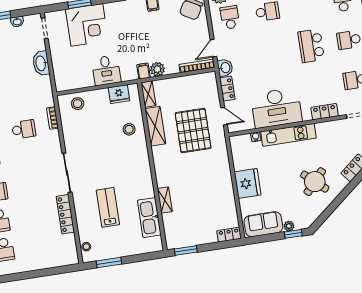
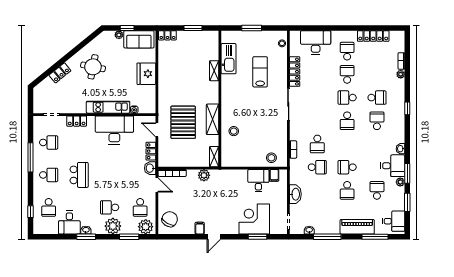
door: (213, 48) -> (157, 185), hinge flipped
desk: (106, 70) -> (258, 181), moved
filing cabinet: (143, 71) -> (274, 175), moved
fridge: (119, 94) -> (237, 160), removed
school desk: (19, 101) -> (317, 167), added
shelving: (155, 126) -> (213, 119), moved
school desk: (24, 129) -> (317, 144), turned -90
round table: (315, 182) -> (93, 67), turned -31
lab bench: (108, 207) -> (260, 72), turned 180
window: (293, 234) -> (127, 28), moved
window: (186, 251) -> (193, 28), moved
desk: (45, 254) -> (316, 42), added
window: (109, 262) -> (252, 28), moved

